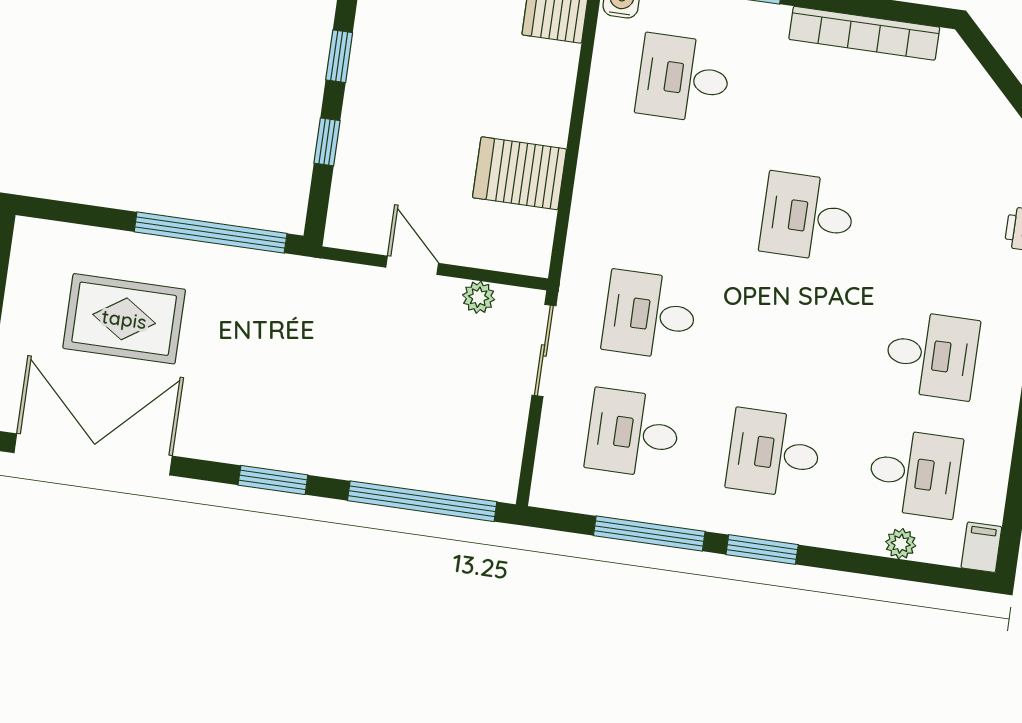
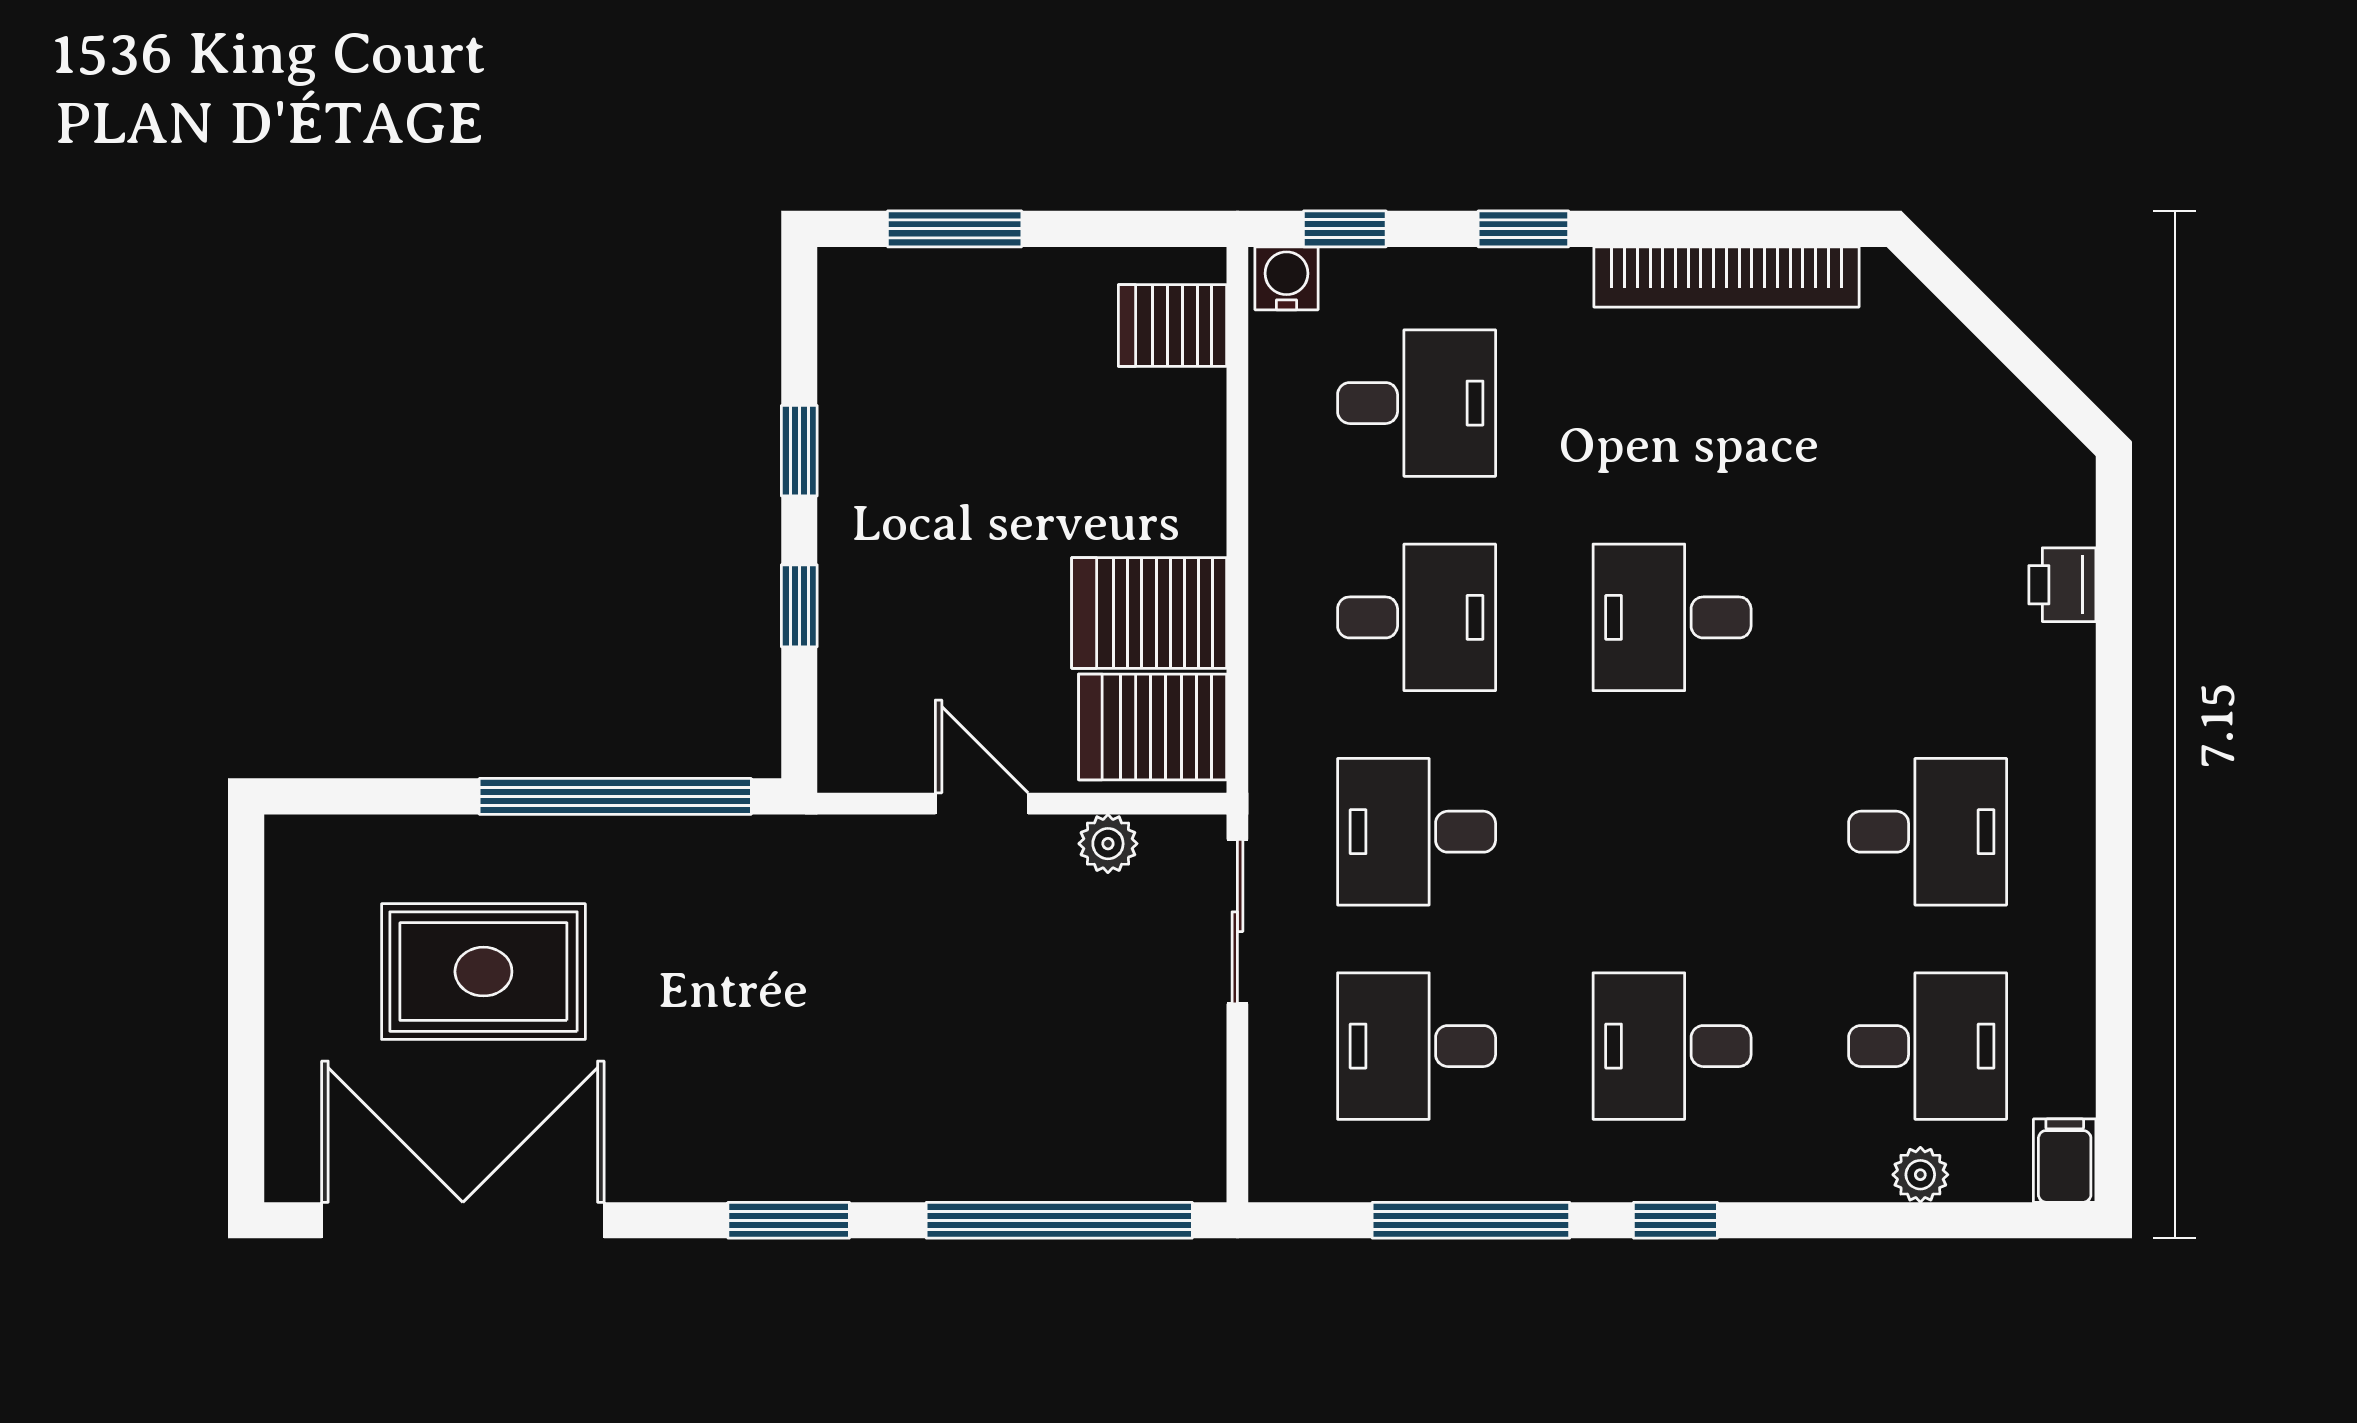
desk: (683, 78) -> (1417, 403), turned 180
desk: (667, 197) -> (1417, 617), added
server rack: (512, 236) -> (1153, 727), added
window: (762, 550) -> (1675, 1220), width x0.67

